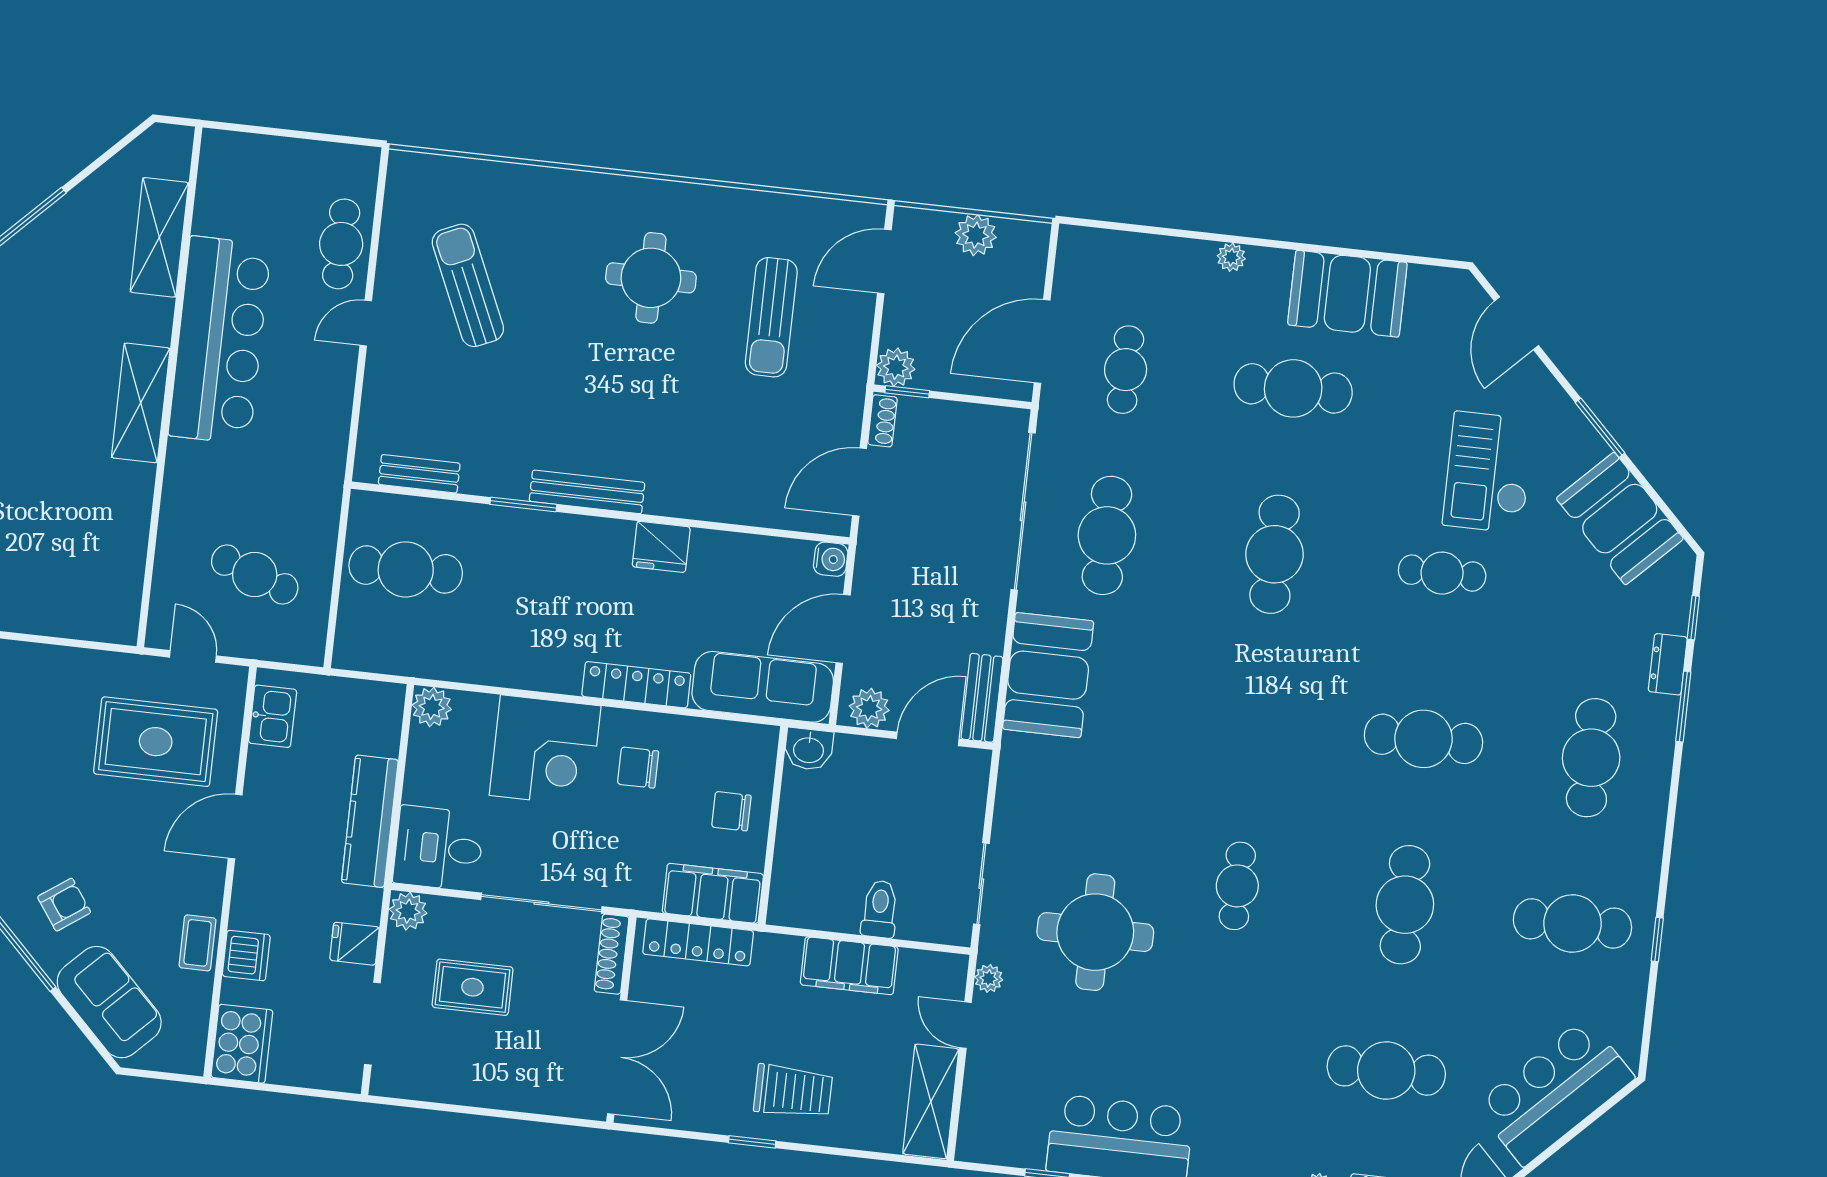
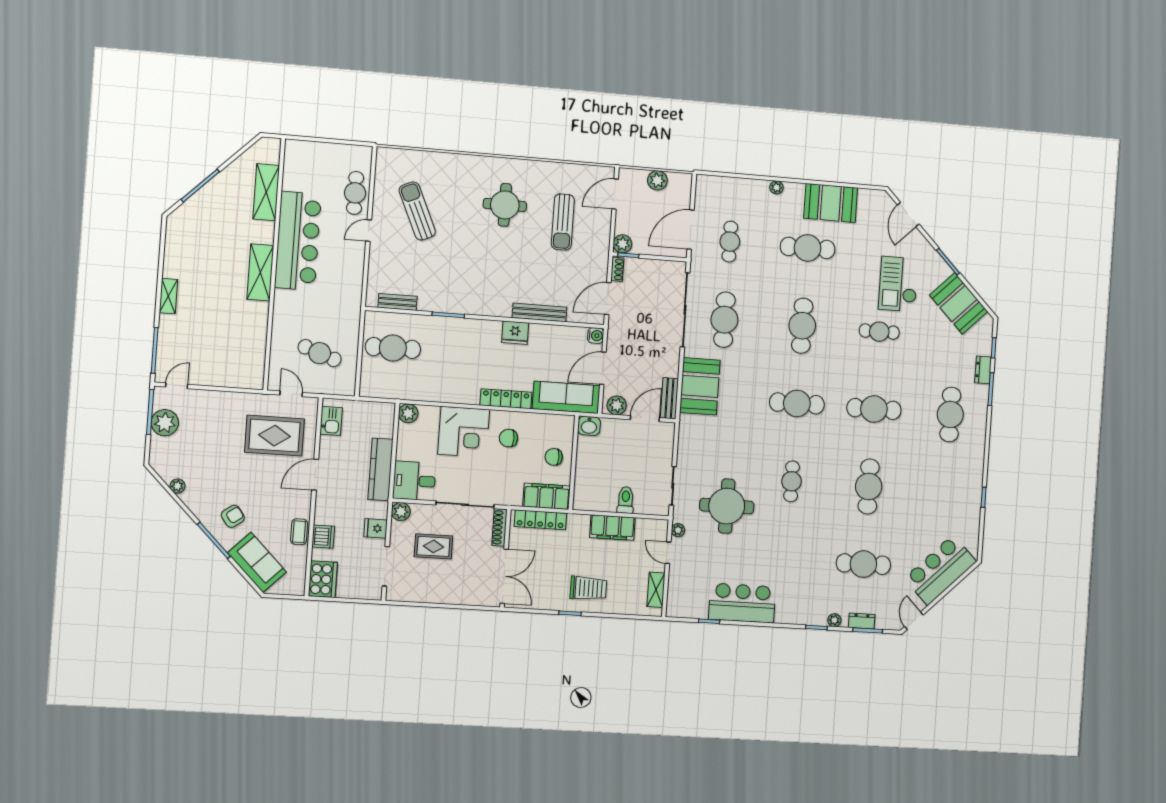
bench: (587, 492) -> (539, 312), moved
cafe table: (1572, 923) -> (797, 403), moved
shelving: (931, 1101) -> (656, 590), width x0.67, depth x0.75

